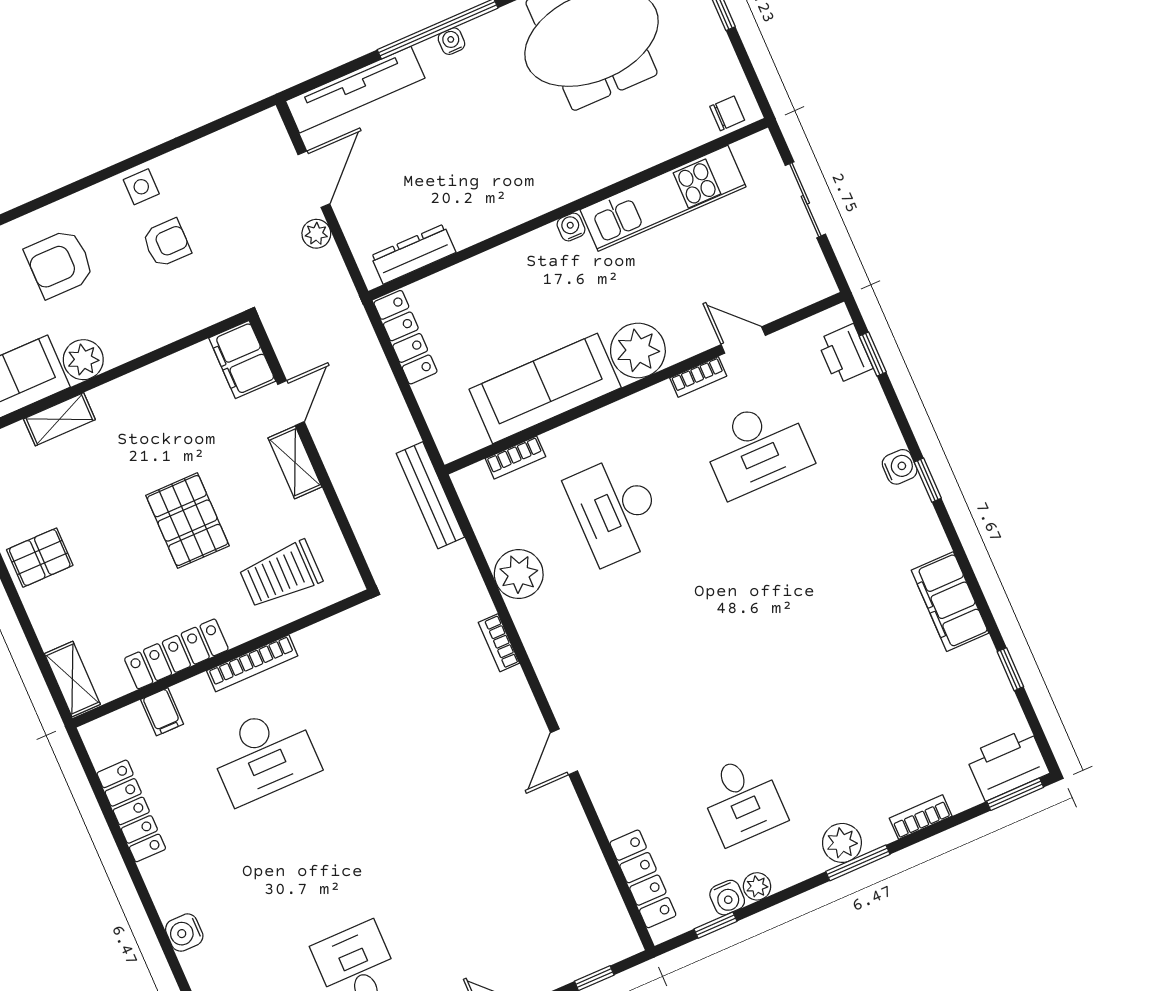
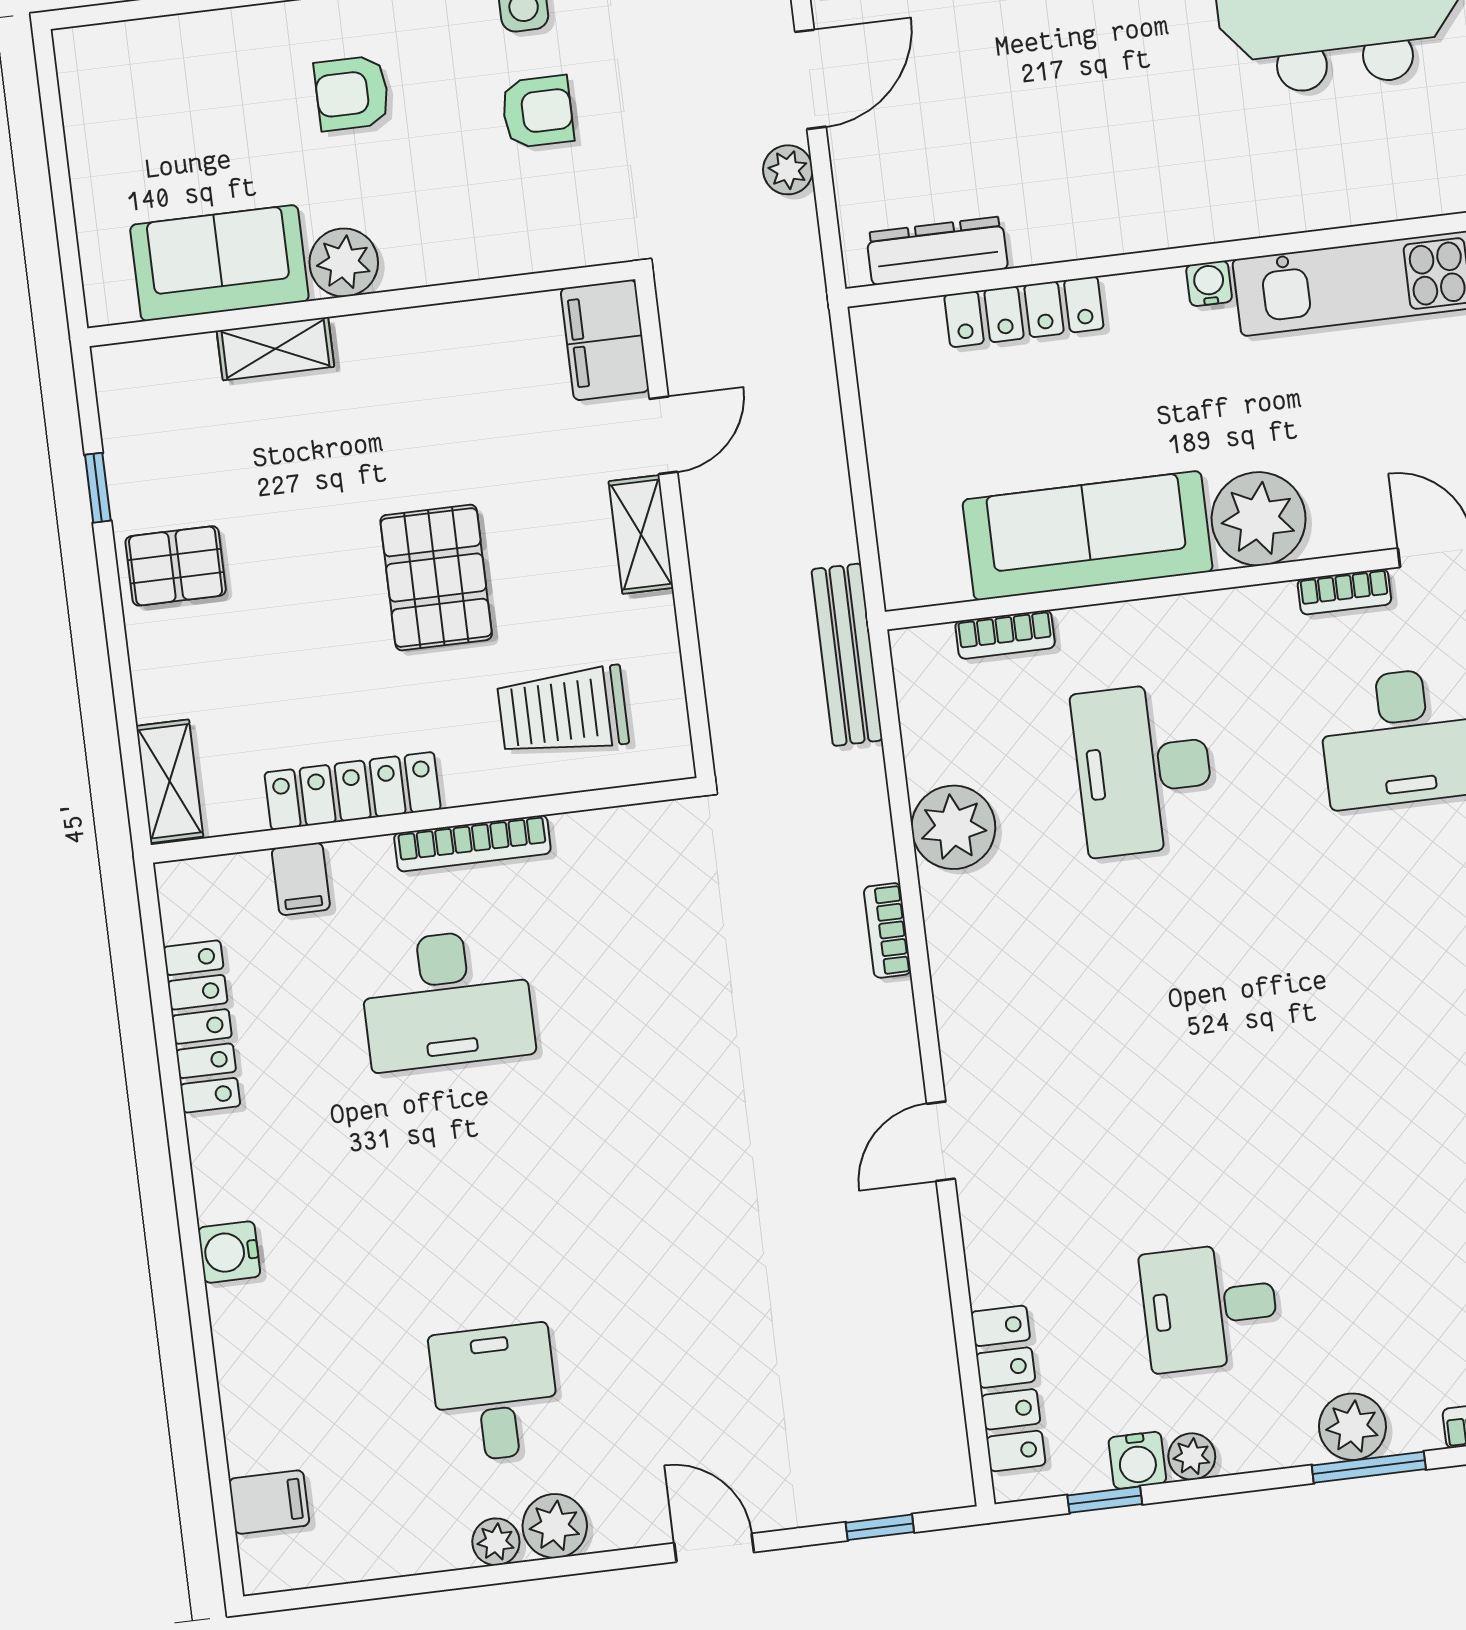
armchair: (60, 264) -> (352, 93), width x0.72, depth x0.72
locker: (406, 337) -> (1024, 312), moved, turned 90
desk: (742, 800) -> (1210, 1307), turned 90

